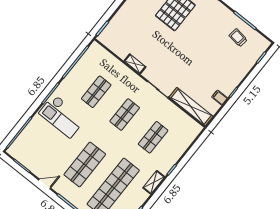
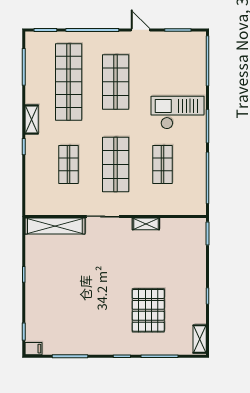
trolley: (238, 38) -> (63, 333), removed
filing cabinet: (220, 98) -> (33, 349), moved
shop shelf: (125, 115) -> (116, 164), width x1.43, depth x1.36
door: (45, 184) -> (140, 30), swing flipped

